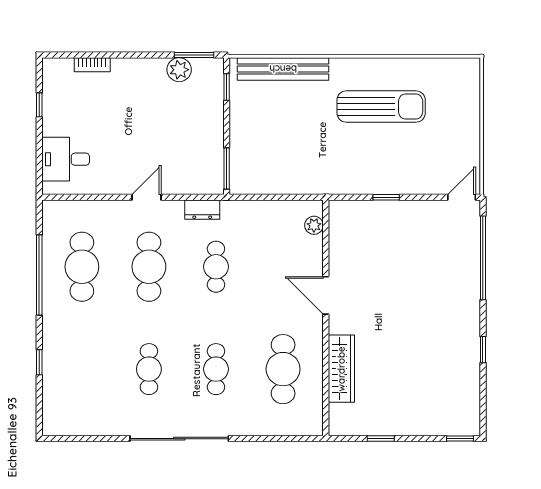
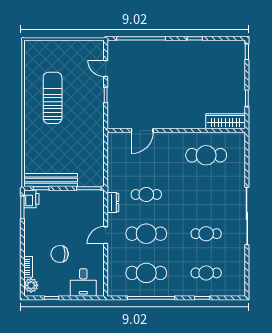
bench: (283, 69) -> (51, 180), moved, turned 90
plant: (179, 70) -> (31, 285), moved
printer: (208, 71) -> (31, 199), added
chair: (114, 119) -> (60, 254), added
door: (147, 197) -> (106, 235), hinge flipped
door: (462, 197) -> (106, 69), moved
plant: (314, 225) -> (122, 137), removed
door: (326, 295) -> (142, 130), moved
cafe table: (216, 369) -> (206, 273), moved
wardrobe: (341, 369) -> (226, 121), moved

